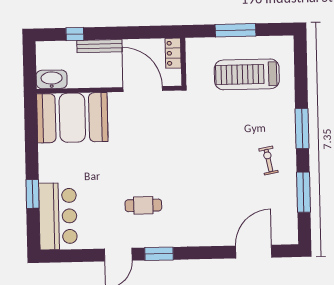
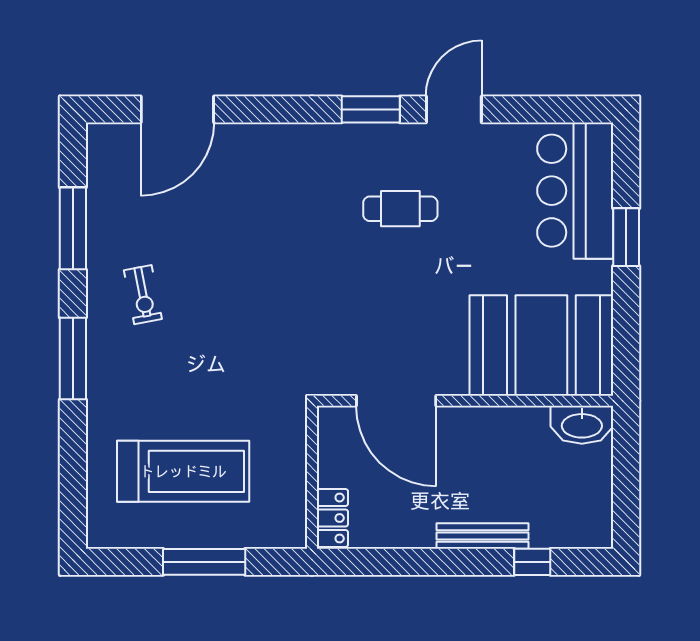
washbasin: (52, 79) -> (582, 425), moved
door: (143, 89) -> (396, 401), moved
wall: (109, 90) -> (465, 401), moved
booth: (72, 118) -> (541, 345), moved

